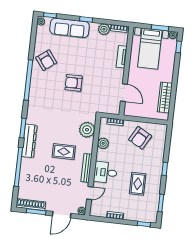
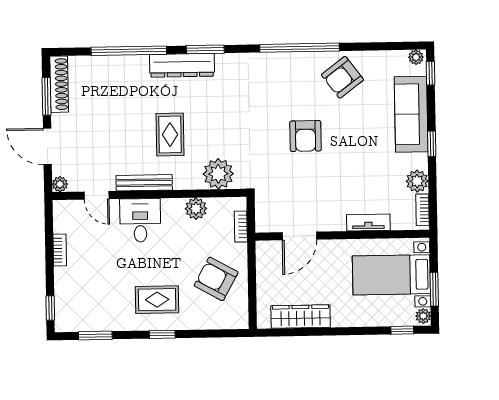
armchair: (74, 83) -> (306, 136), turned 180
rug: (138, 184) -> (157, 300), moved

